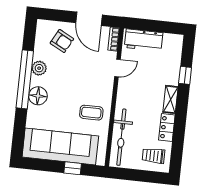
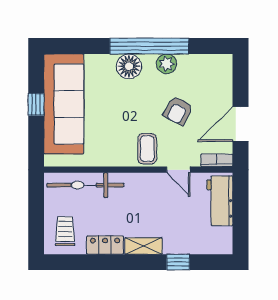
armchair: (62, 41) -> (178, 111), moved
coffee table: (91, 113) -> (147, 149), moved
window: (73, 168) -> (36, 104), moved

